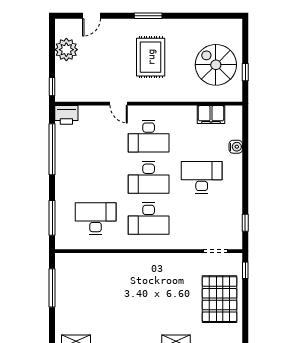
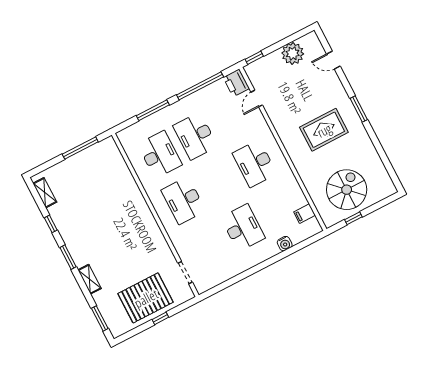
door: (119, 104) -> (257, 99), moved
filing cabinet: (211, 114) -> (305, 214), width x0.50
desk: (149, 177) -> (195, 136), moved
window: (52, 218) -> (153, 110), moved
window: (245, 223) -> (223, 286), removed
window: (245, 270) -> (160, 318), moved

